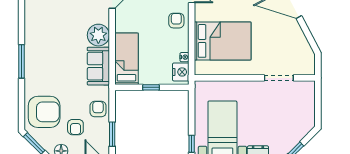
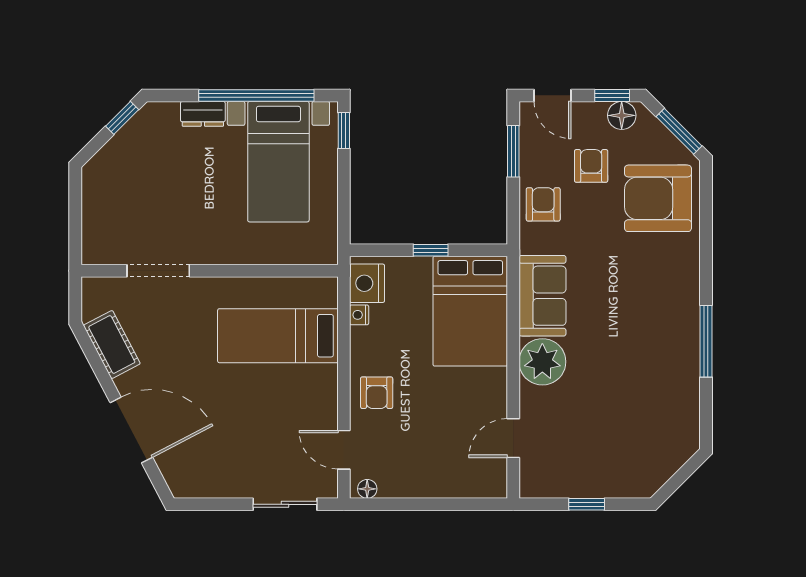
bed: (223, 41) -> (278, 336), width x0.67
cot: (301, 43) -> (112, 345), added
bed: (126, 59) -> (470, 311), width x1.50
window: (22, 61) -> (706, 341), moved
armchair: (98, 109) -> (543, 204), turned 180

